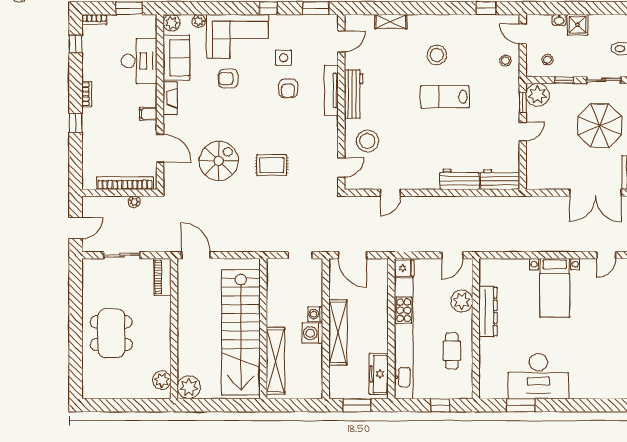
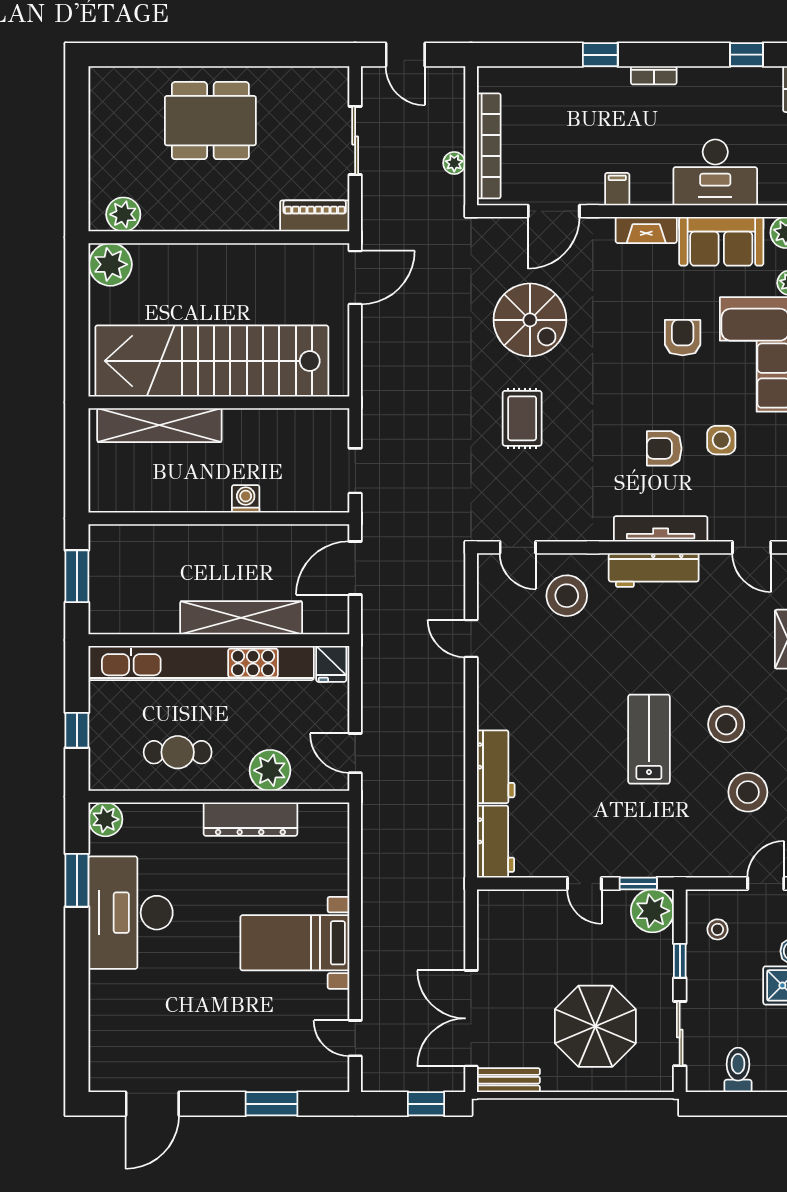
stool: (505, 61) -> (748, 792), moved, width x1.89, depth x1.89
shelving: (338, 332) -> (241, 618), moved
washing machine: (312, 333) -> (210, 493), removed
freezer: (379, 374) -> (135, 617), removed
plant: (488, 390) -> (105, 819), added

